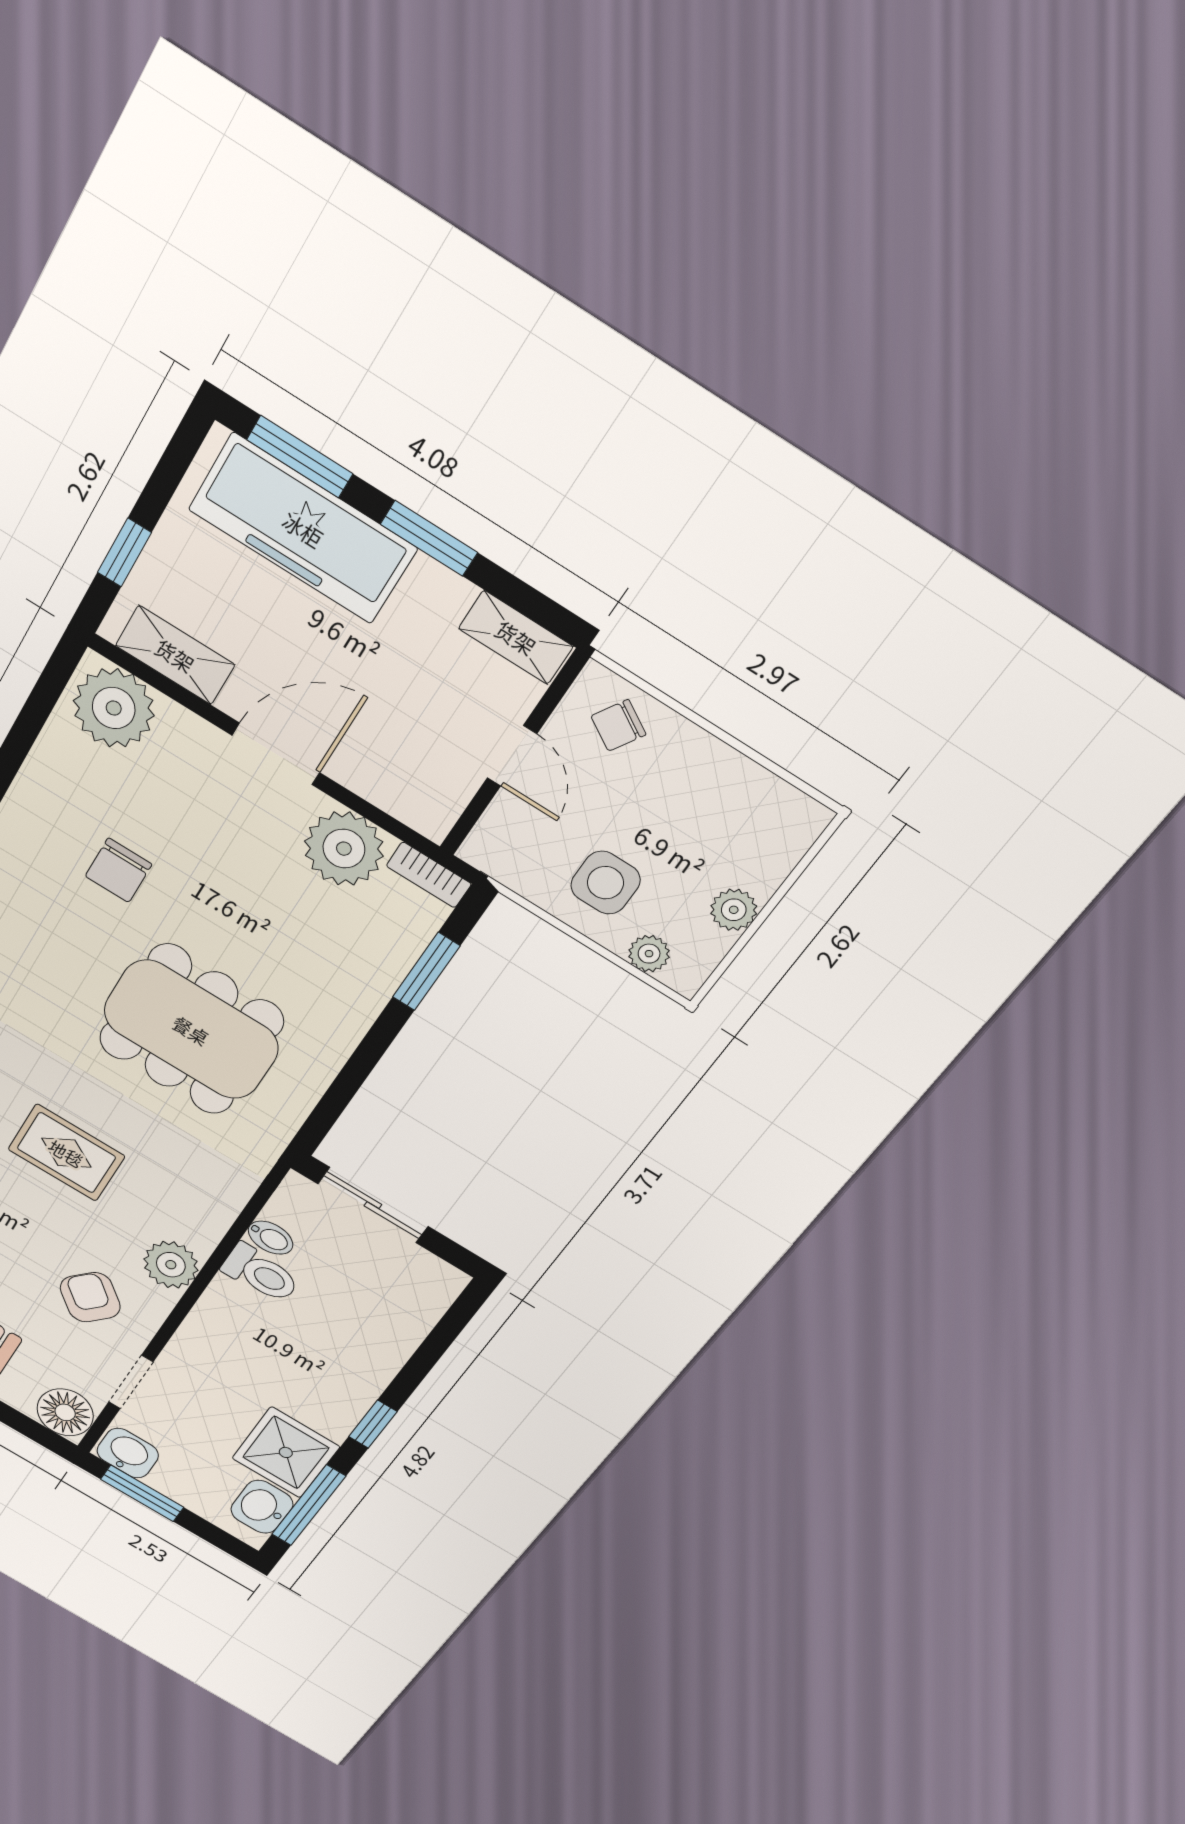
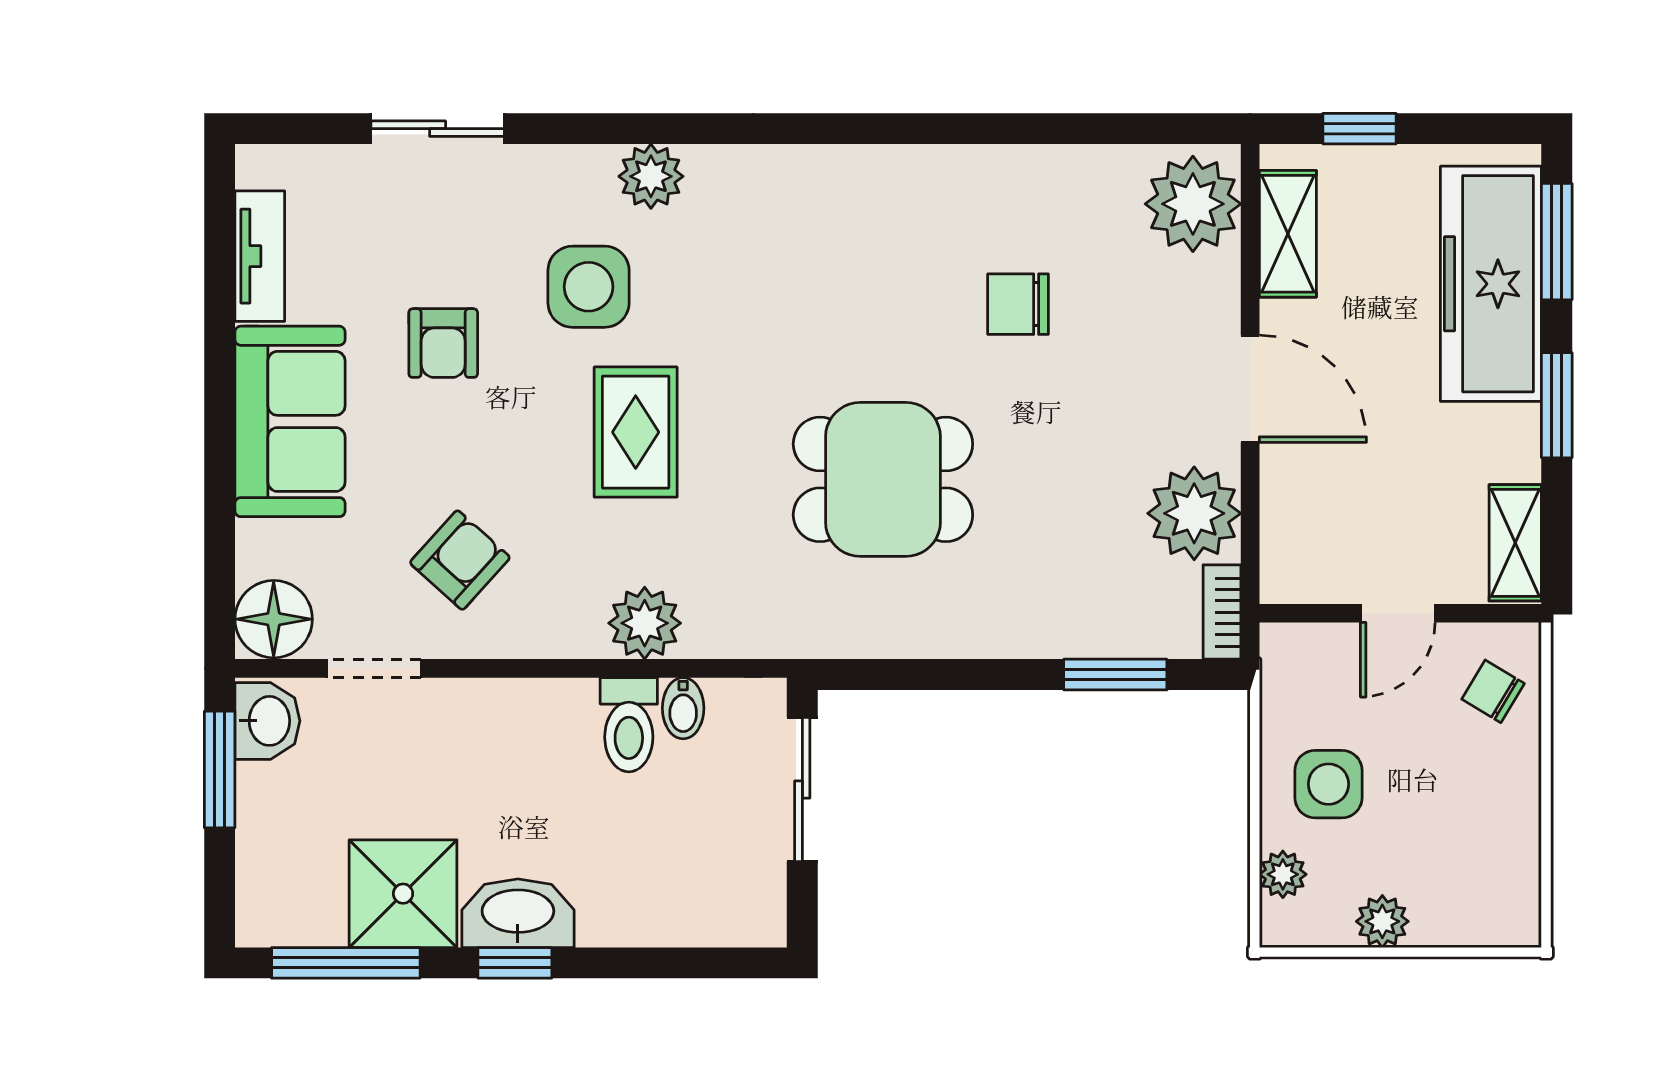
dining table: (191, 1030) -> (883, 479), width x0.73
plant: (171, 1265) -> (645, 623), moved
washbasin: (262, 1507) -> (518, 913), moved, width x1.38

